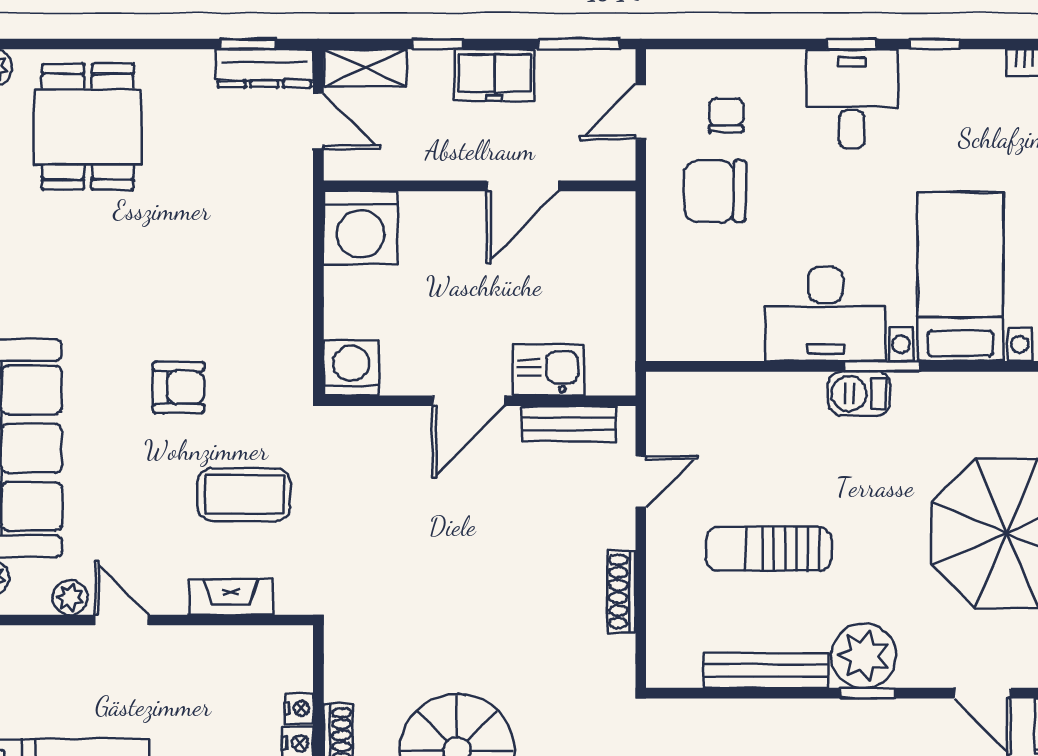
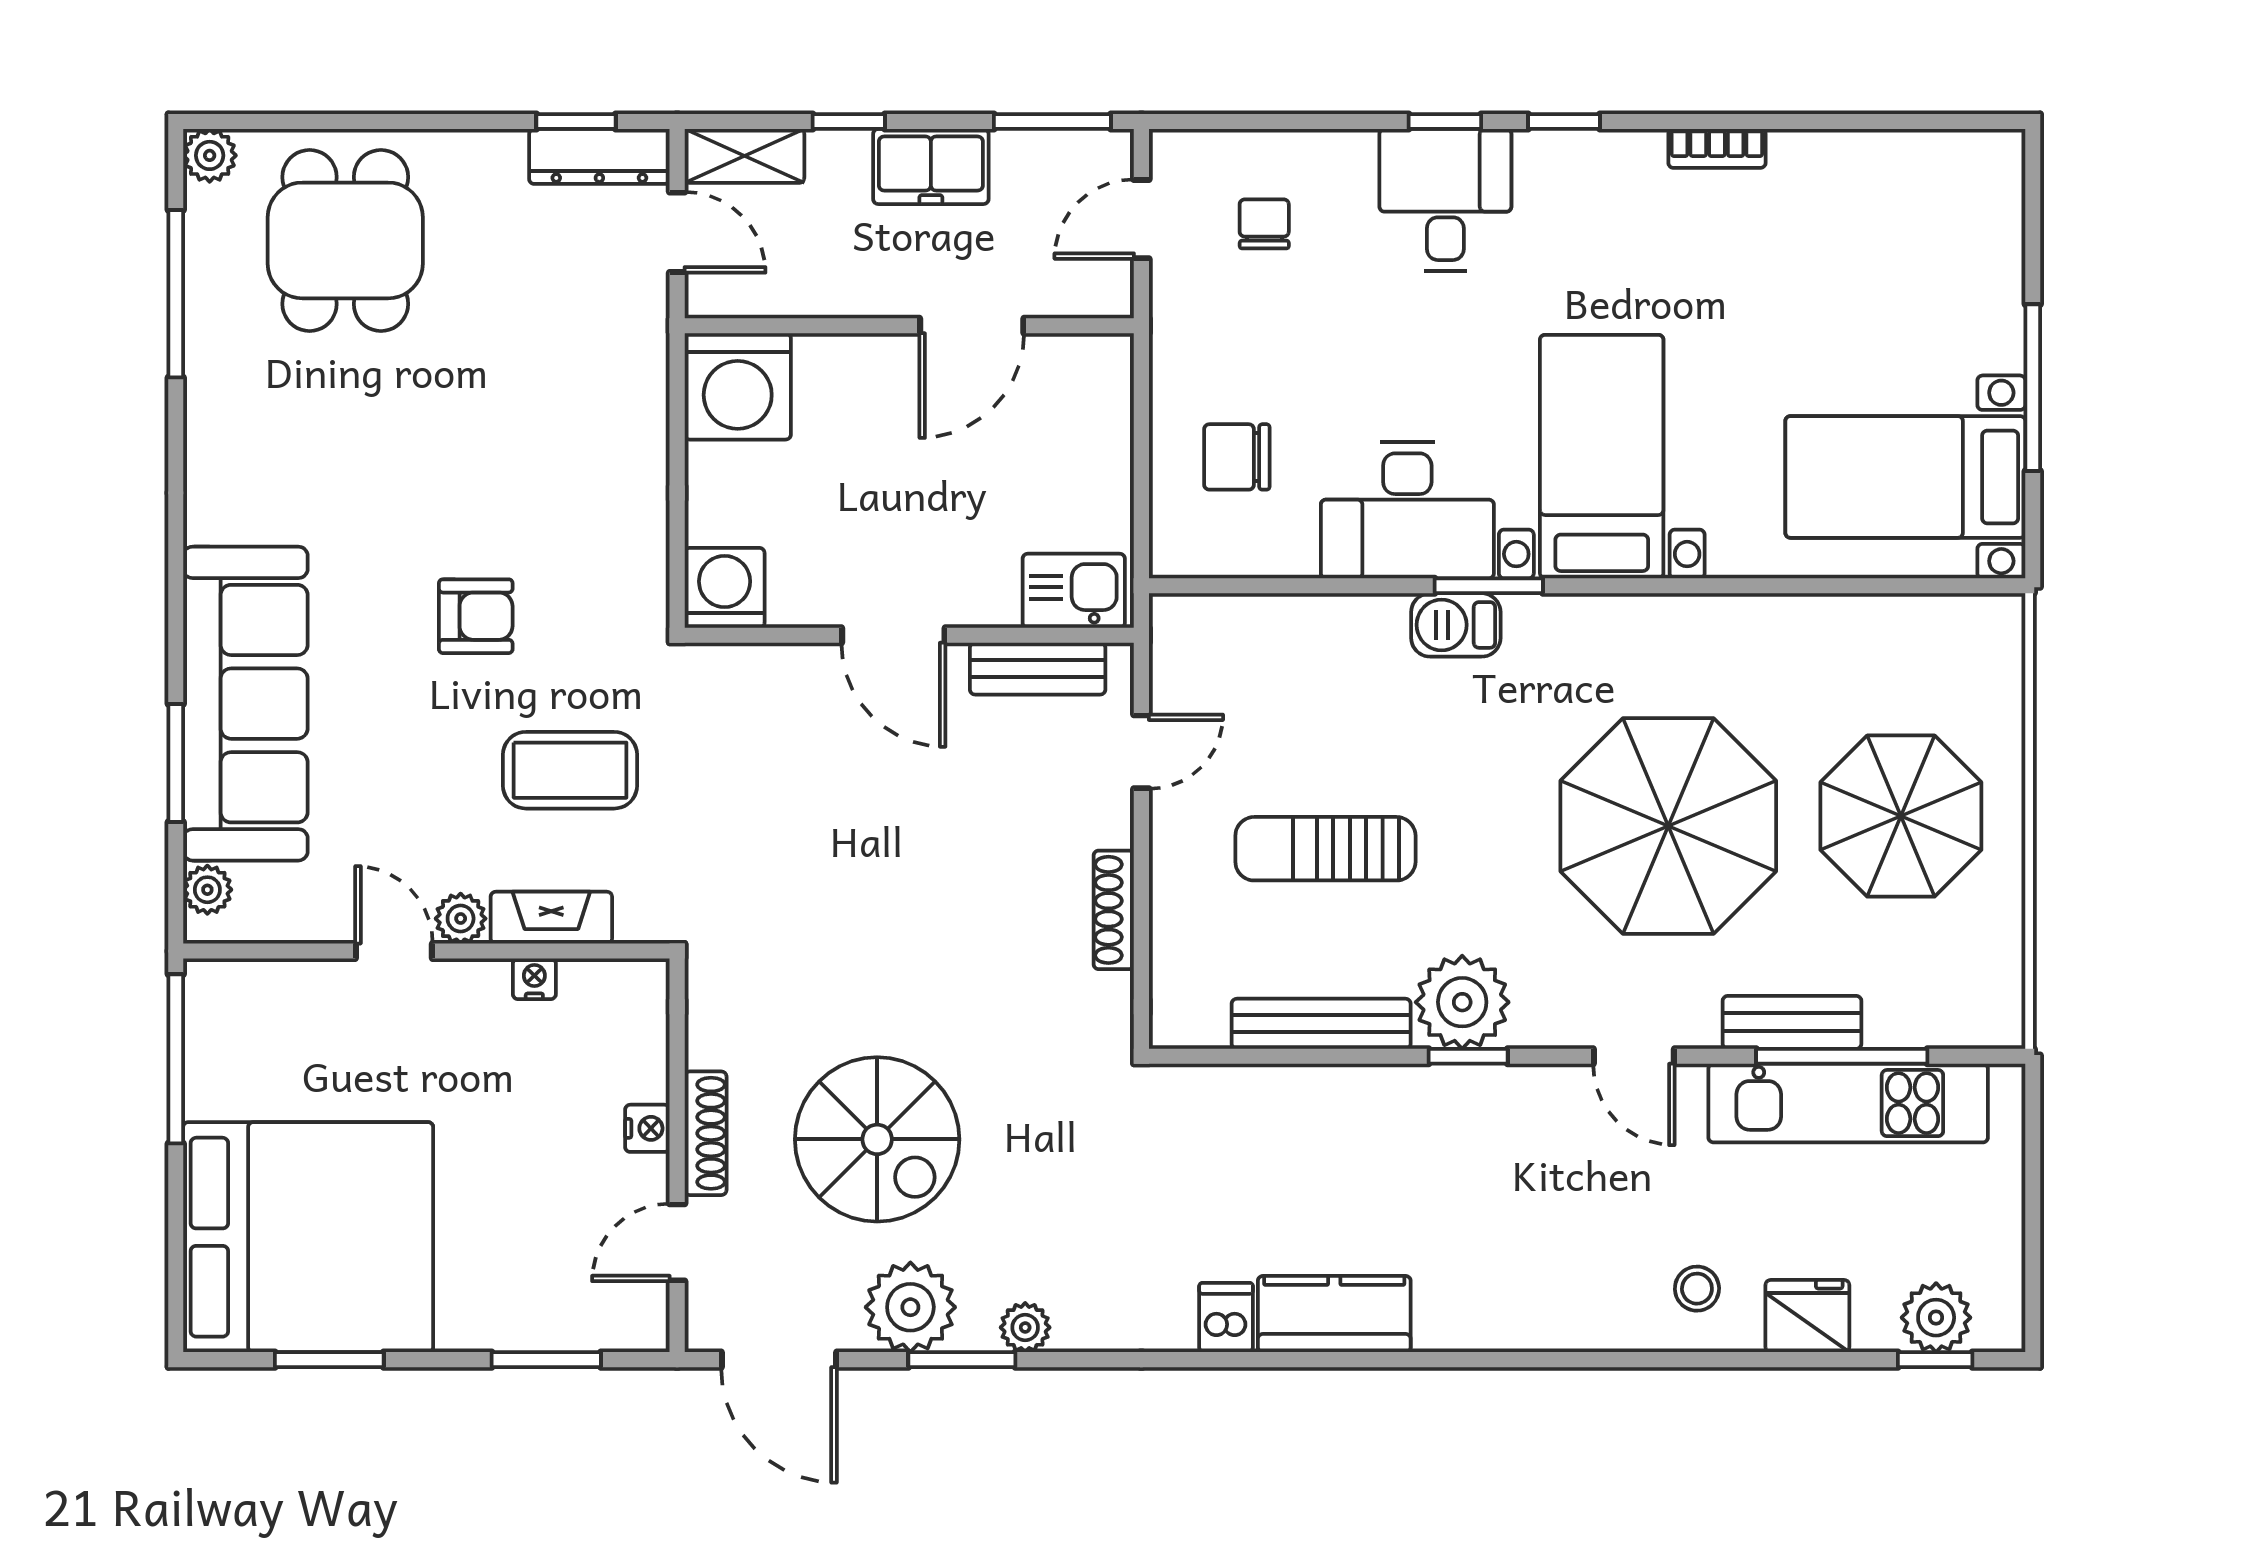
chair: (715, 191) -> (1237, 457), moved, width x0.73, depth x0.73
kitchen sink: (548, 370) -> (1074, 591), moved
door: (469, 401) -> (893, 635), hinge flipped
plant: (70, 597) -> (461, 919), moved
nightstand: (299, 708) -> (534, 979), moved, turned -90

